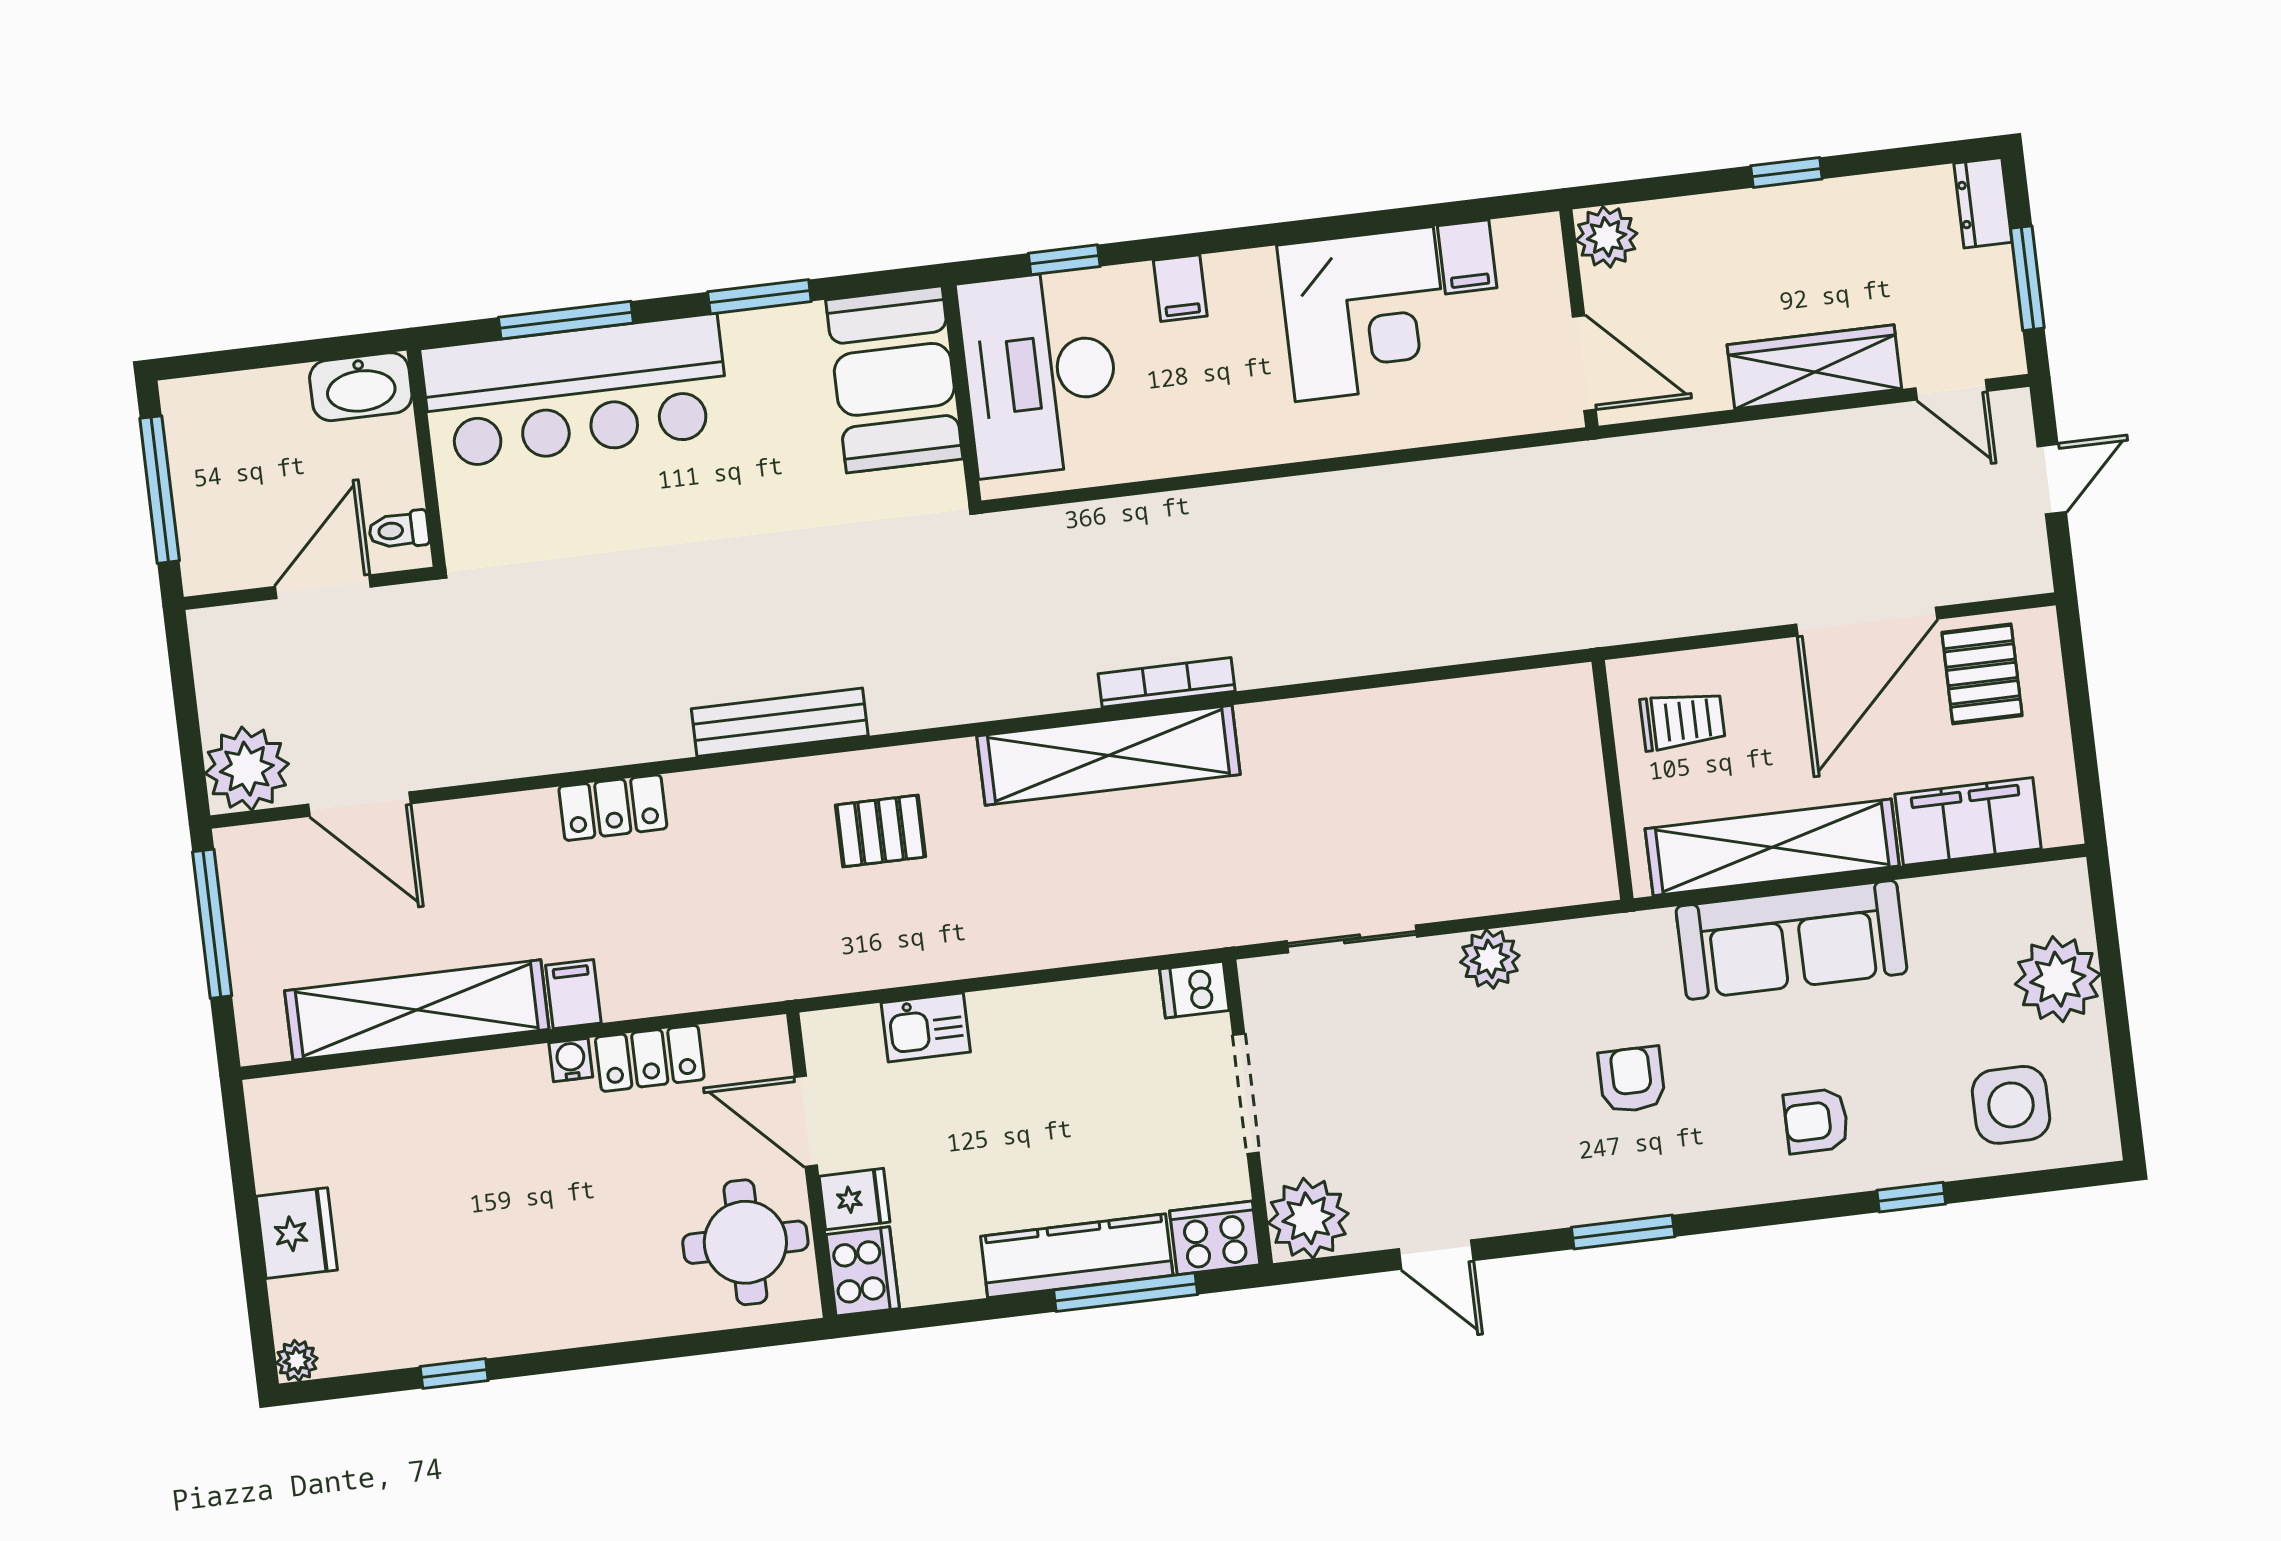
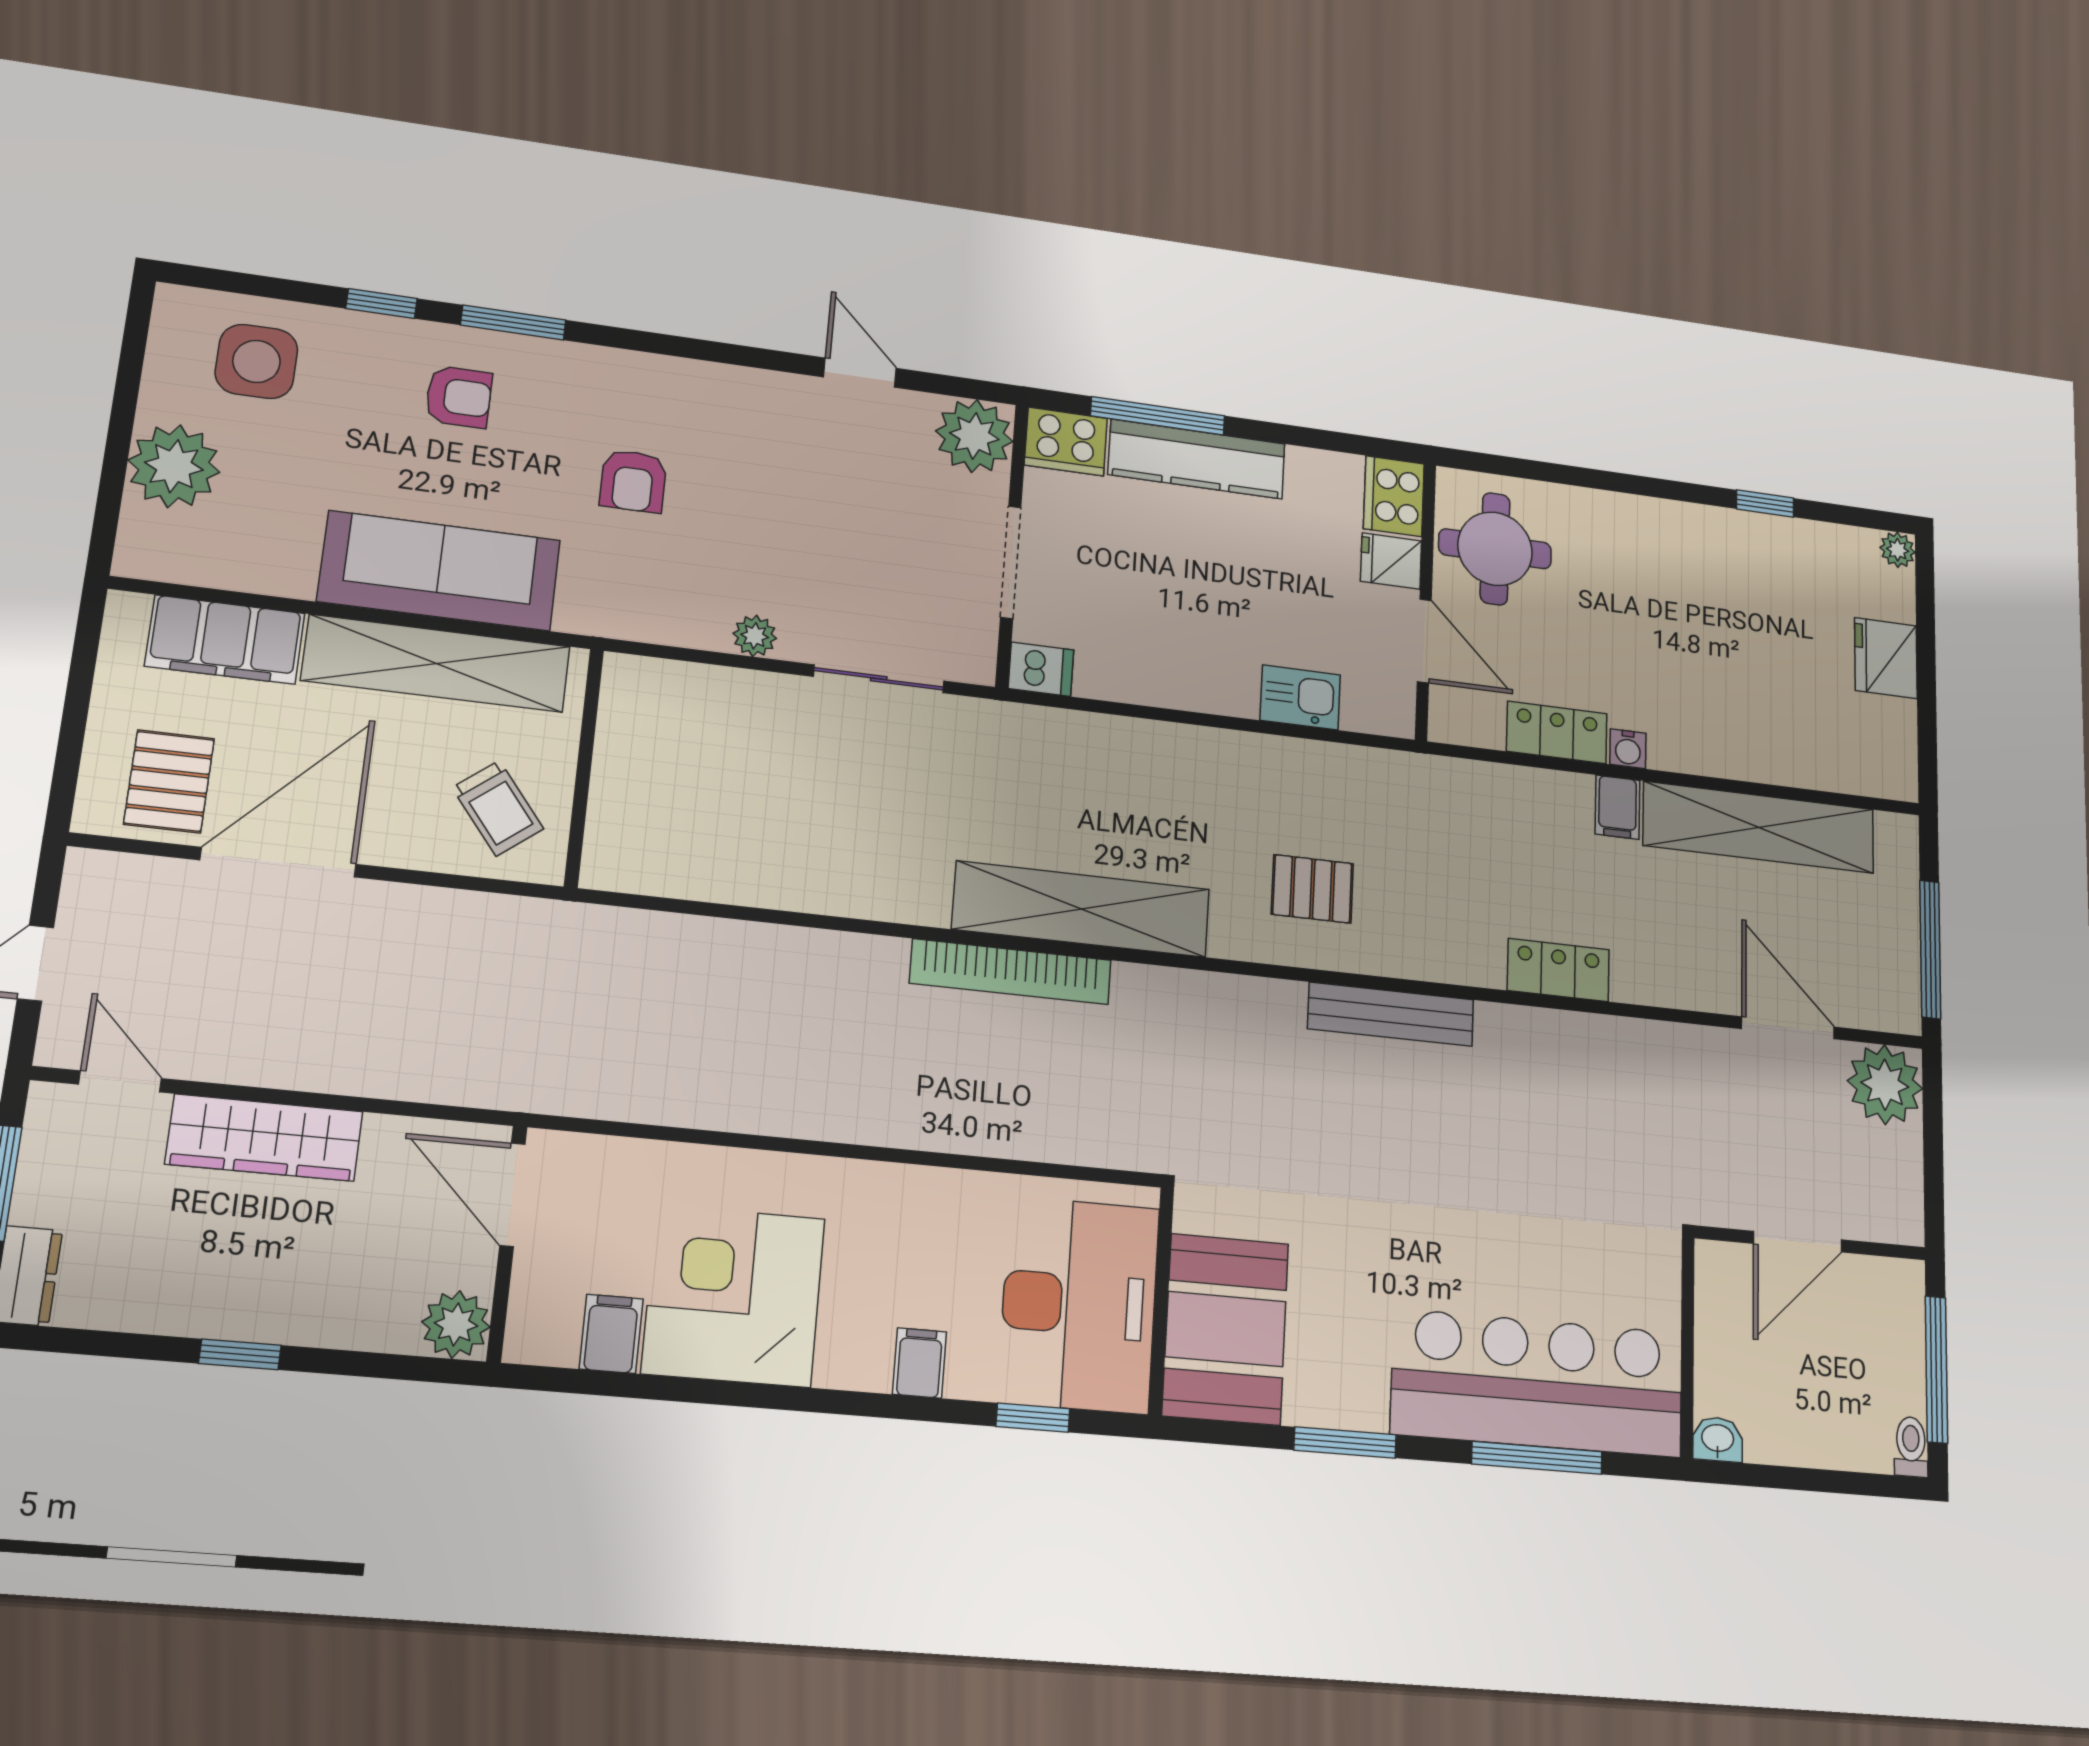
washbasin: (361, 387) -> (1718, 1439), width x0.52, depth x0.69
toilet: (399, 530) -> (1911, 1447), moved, turned -90
bookcase: (1167, 682) -> (1011, 972), width x1.48, depth x1.31
trolley: (1683, 721) -> (498, 808), turned -128
plant: (1490, 959) -> (755, 636), width x0.73, depth x0.73
window: (1623, 1232) -> (513, 323), moved

